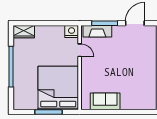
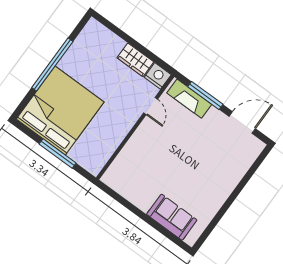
wardrobe: (24, 32) -> (135, 60), moved
bed: (58, 88) -> (60, 111), moved
sofa: (105, 101) -> (172, 217), moved

